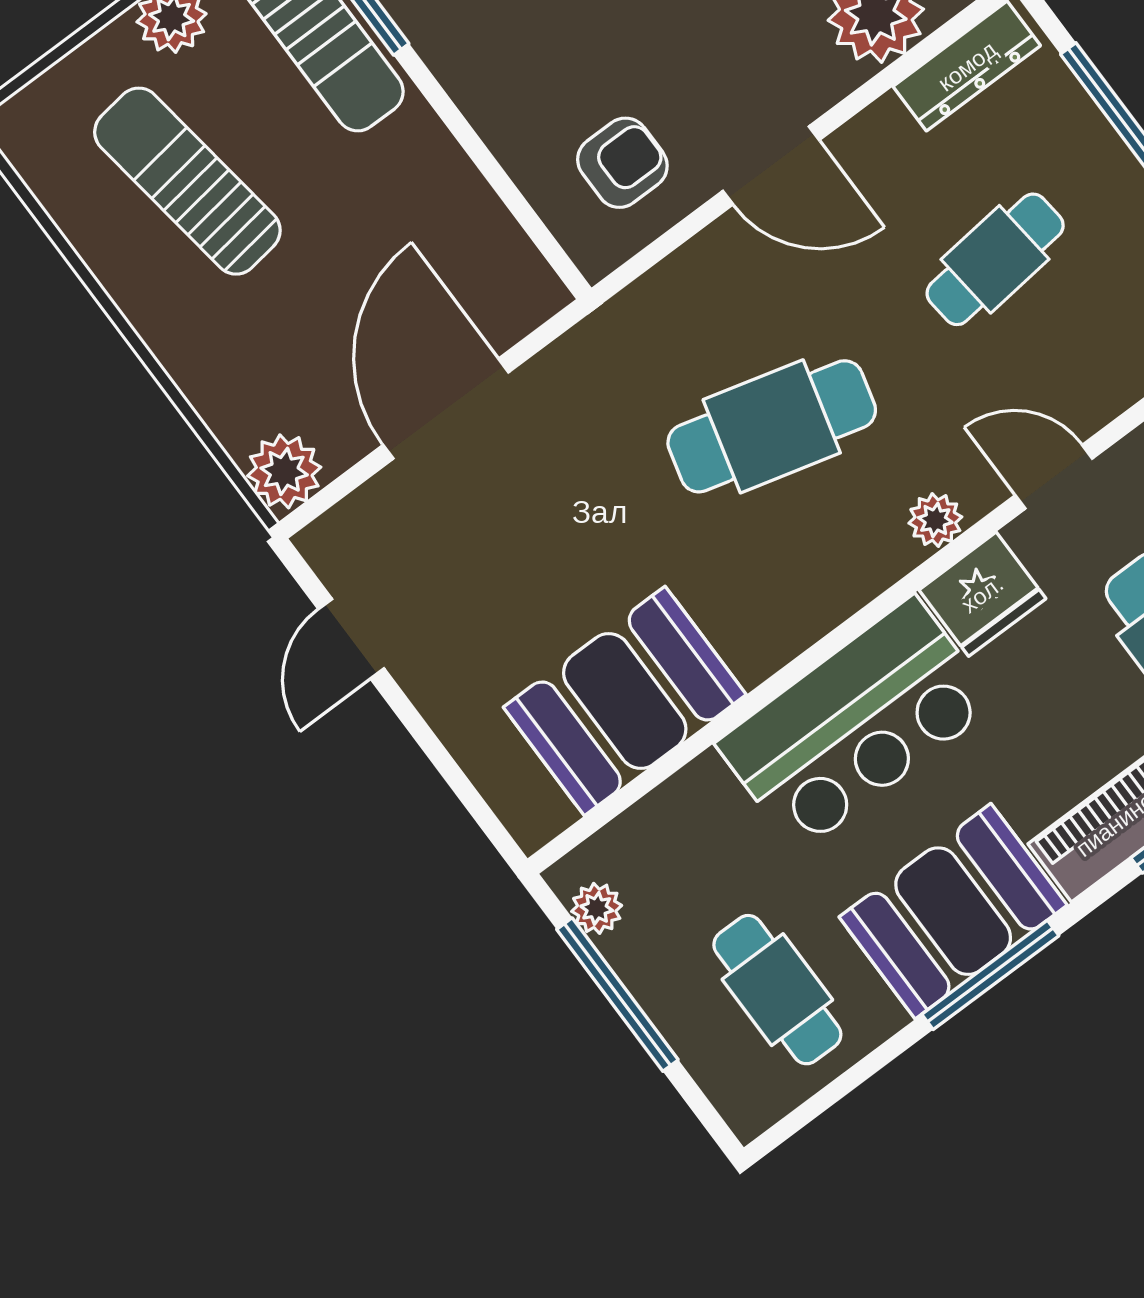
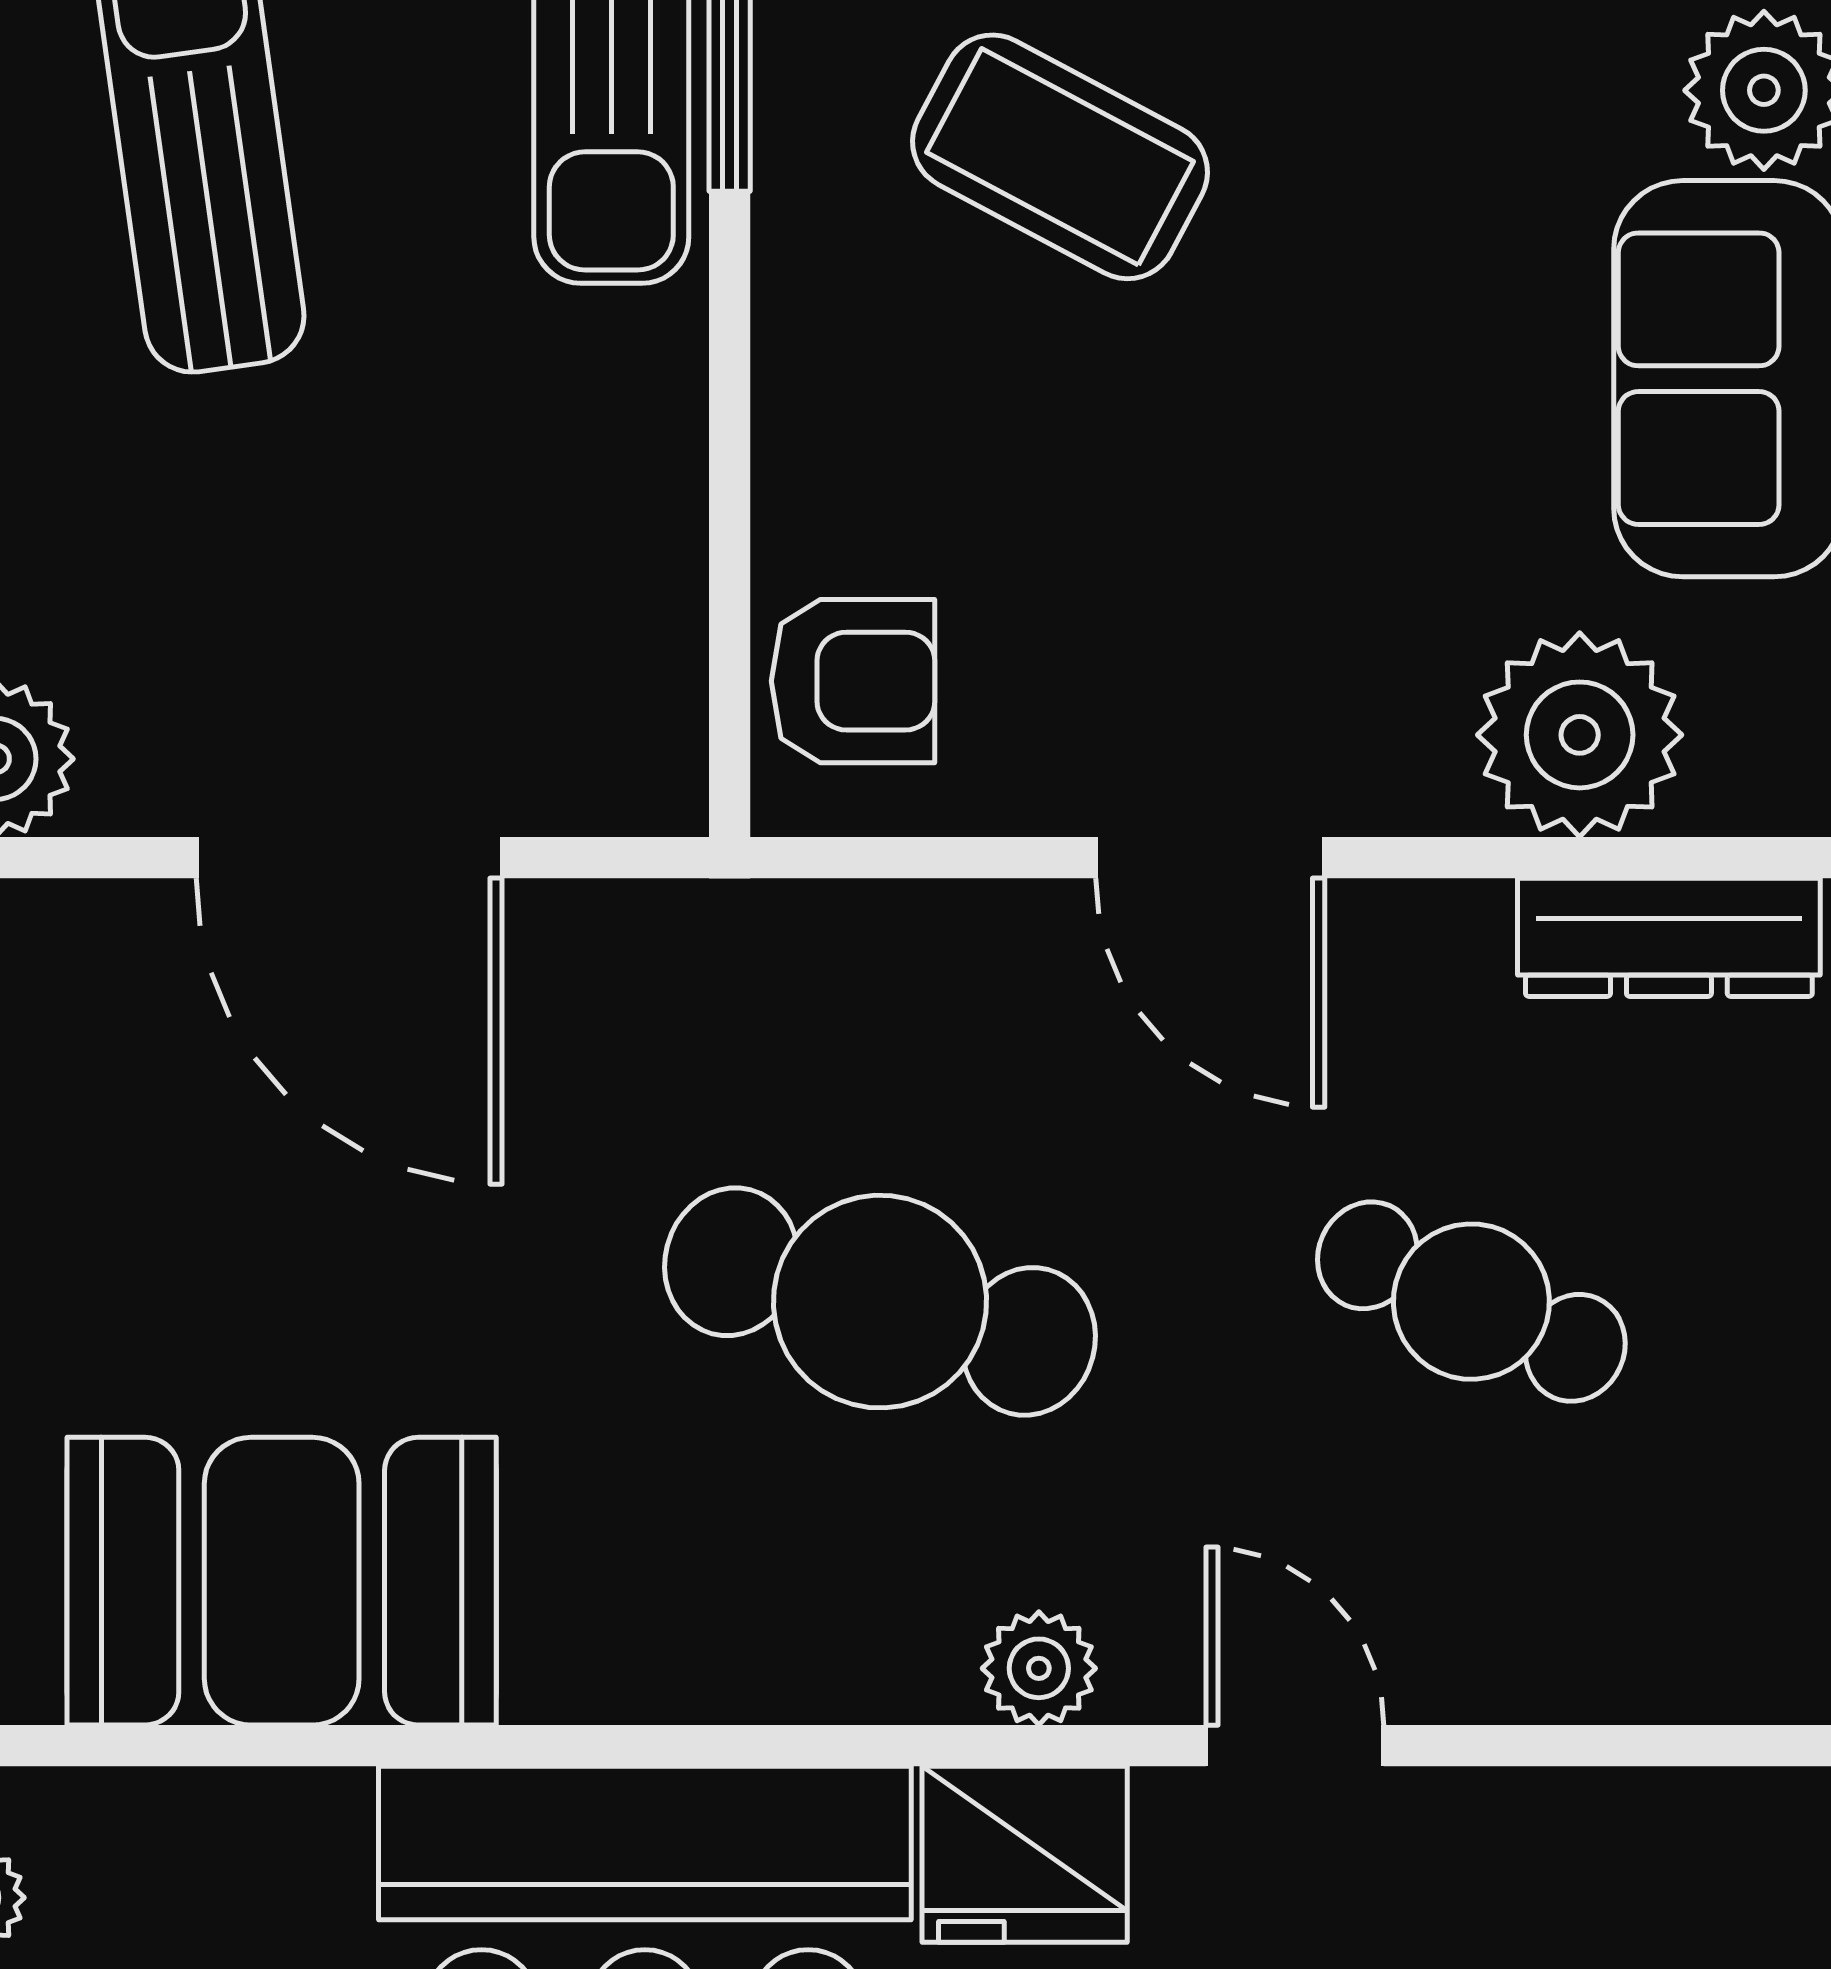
armchair: (622, 163) -> (853, 681), moved
cafe table: (995, 259) -> (1471, 1302), turned 30
door: (446, 409) -> (349, 858), swing flipped

